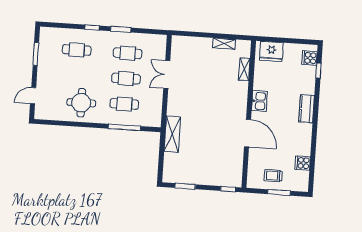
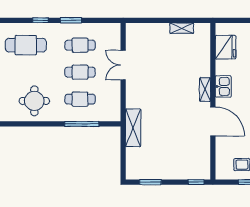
cafe table: (77, 50) -> (26, 45), width x1.37, depth x1.35
fridge: (271, 51) -> (226, 47), moved, turned -90
shelving: (244, 69) -> (205, 90), moved

